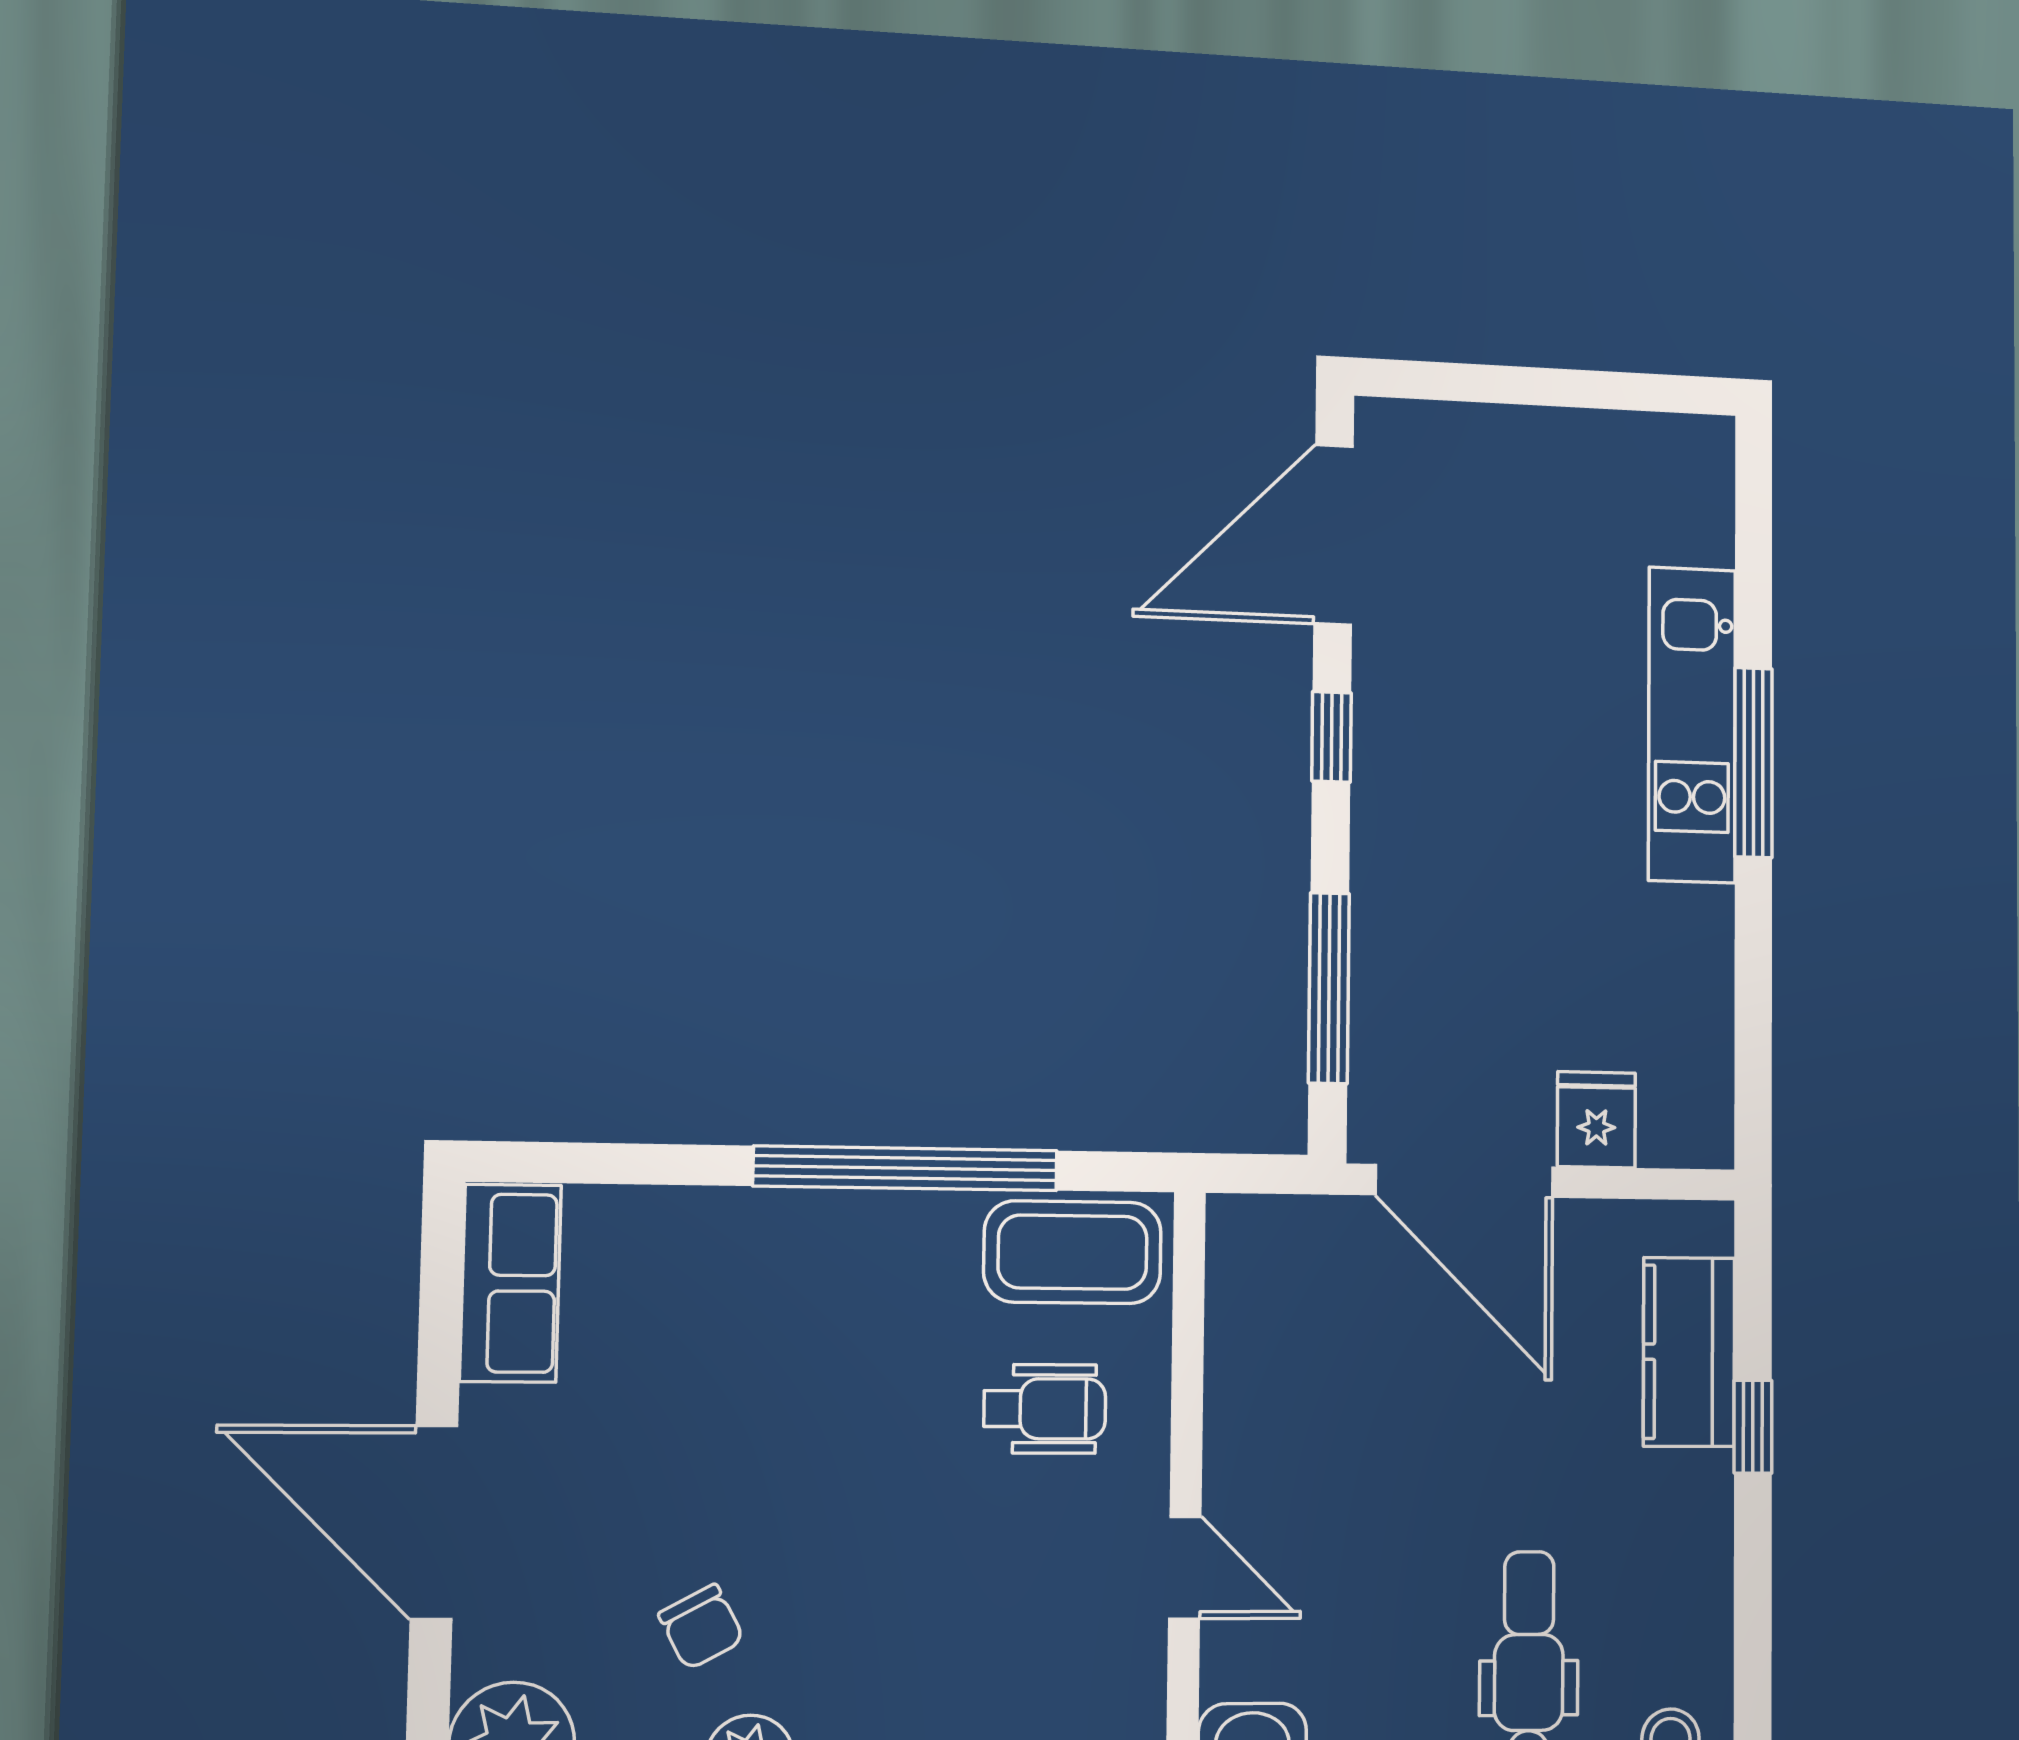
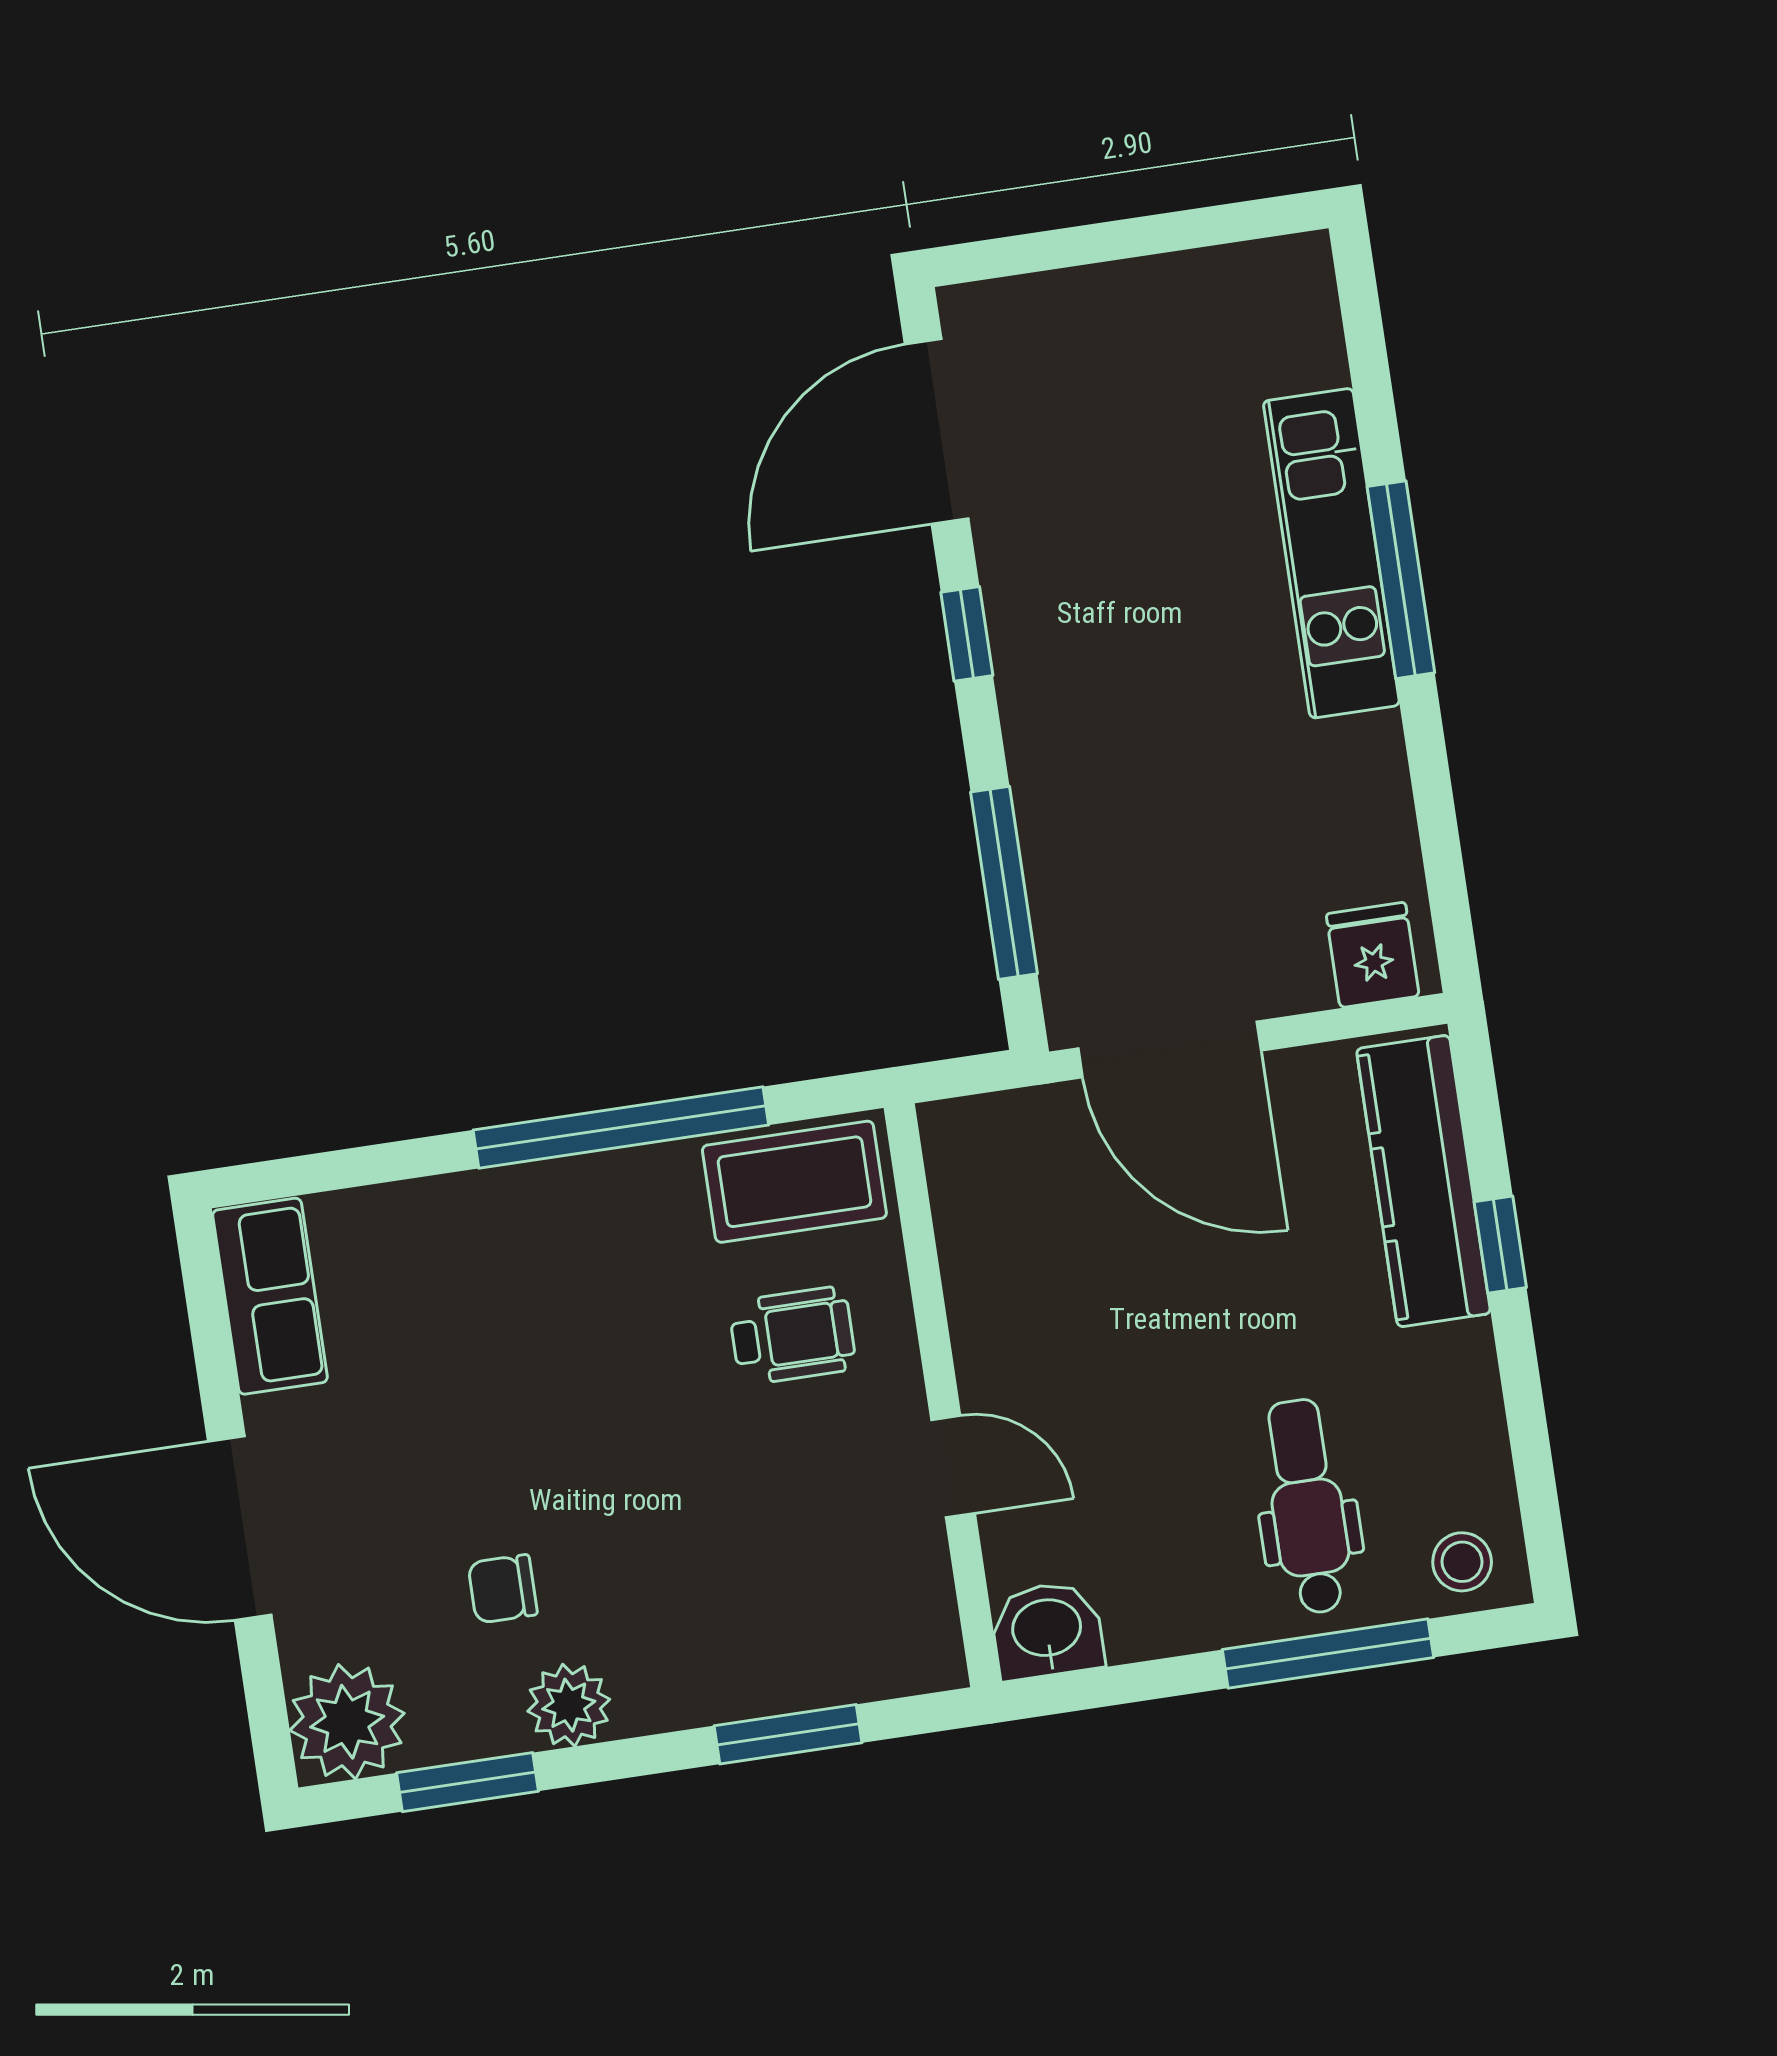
fridge: (1596, 1120) -> (1373, 955), moved
kitchen counter: (1689, 1352) -> (1423, 1181), width x1.50
chair: (701, 1627) -> (503, 1589), turned 118

